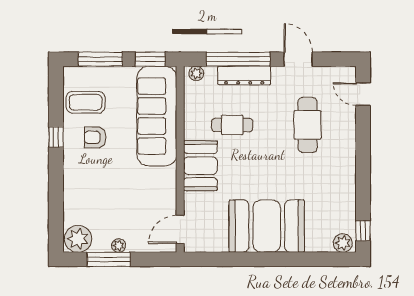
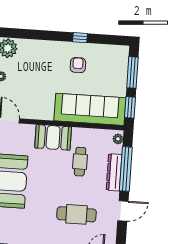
coffee table: (86, 102) -> (103, 60), removed

